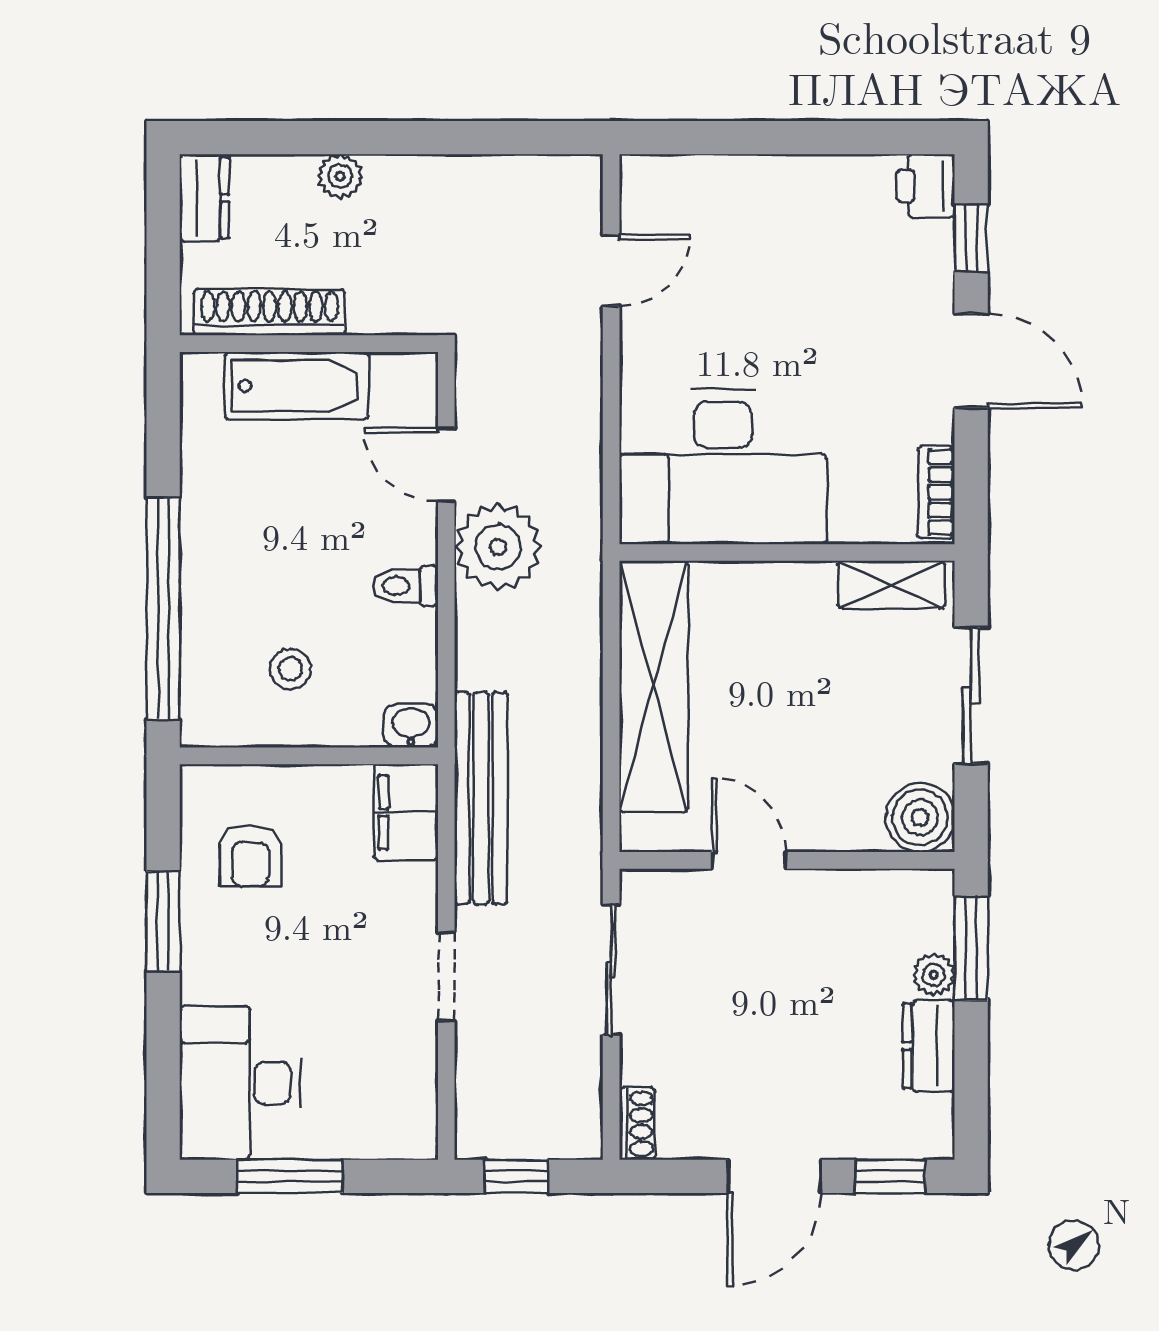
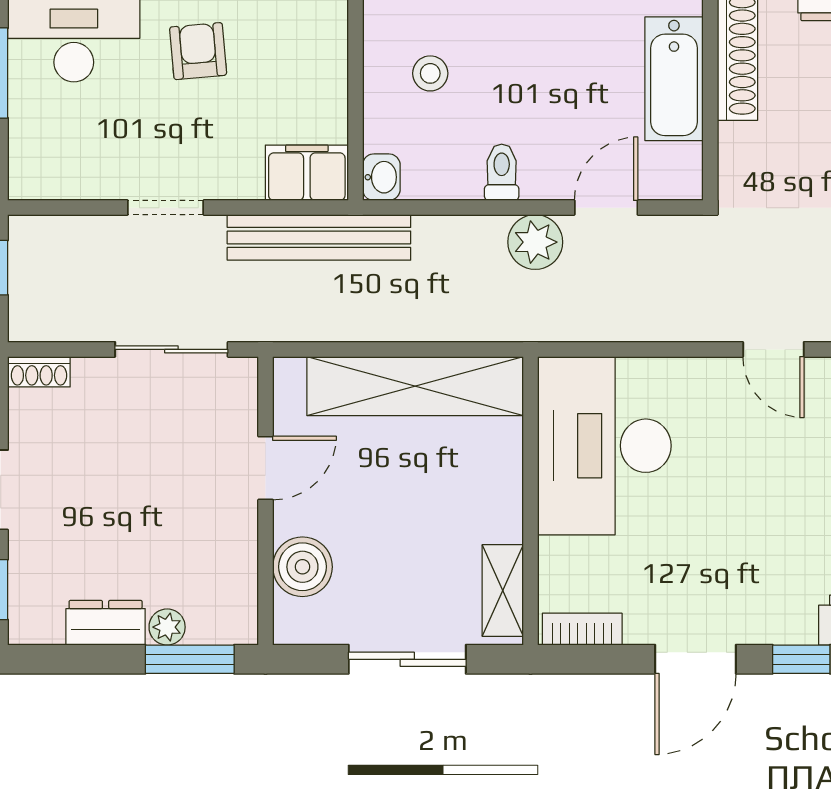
plant: (498, 547) -> (535, 242), width x0.73, depth x0.73
boiler: (920, 817) -> (302, 567), moved
armchair: (251, 856) -> (198, 51), moved, turned 85

